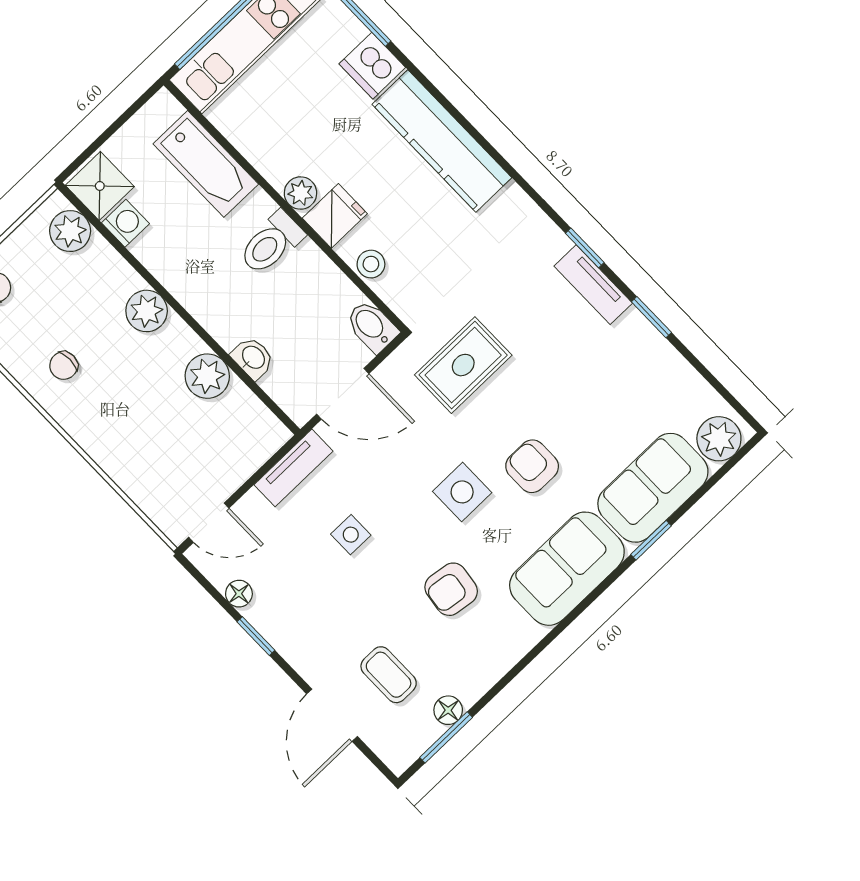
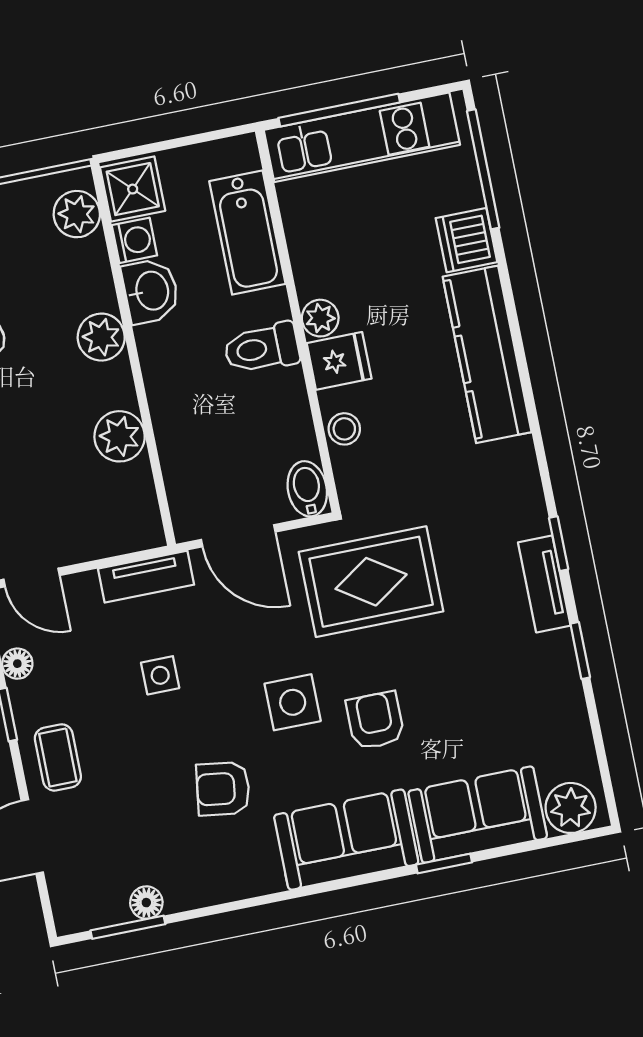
washbasin: (253, 358) -> (151, 291), moved, width x1.38, depth x1.45
rug: (463, 365) -> (371, 582), width x1.36, depth x1.43
coffee table: (389, 675) -> (58, 757), moved

